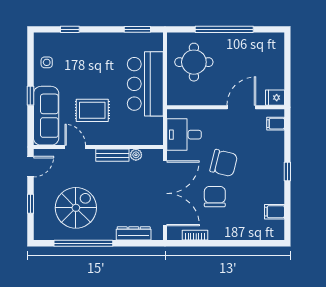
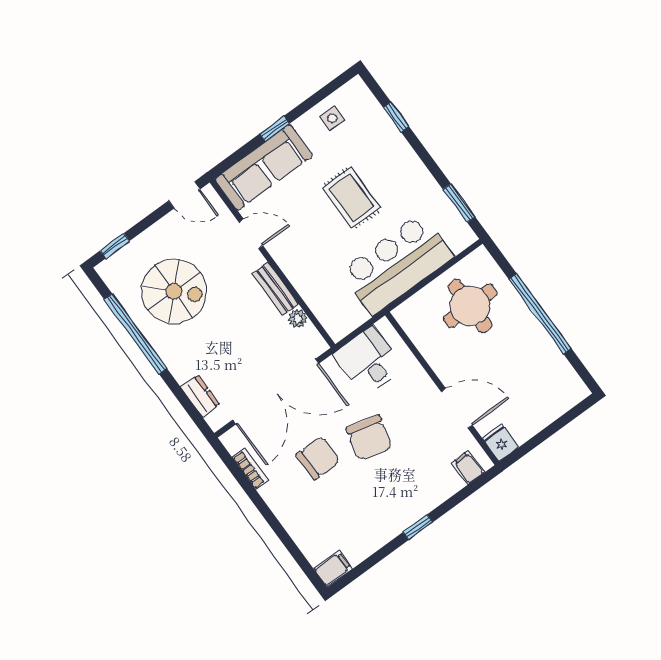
rug: (92, 110) -> (351, 198), moved
door: (75, 147) -> (251, 234), hinge flipped
window: (30, 204) -> (115, 246), moved
filing cabinet: (274, 212) -> (333, 569), moved, turned 90
dresser: (134, 233) -> (200, 396), width x0.70

